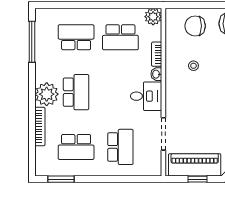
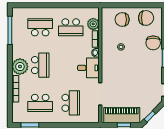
plant: (153, 17) -> (93, 24), moved

